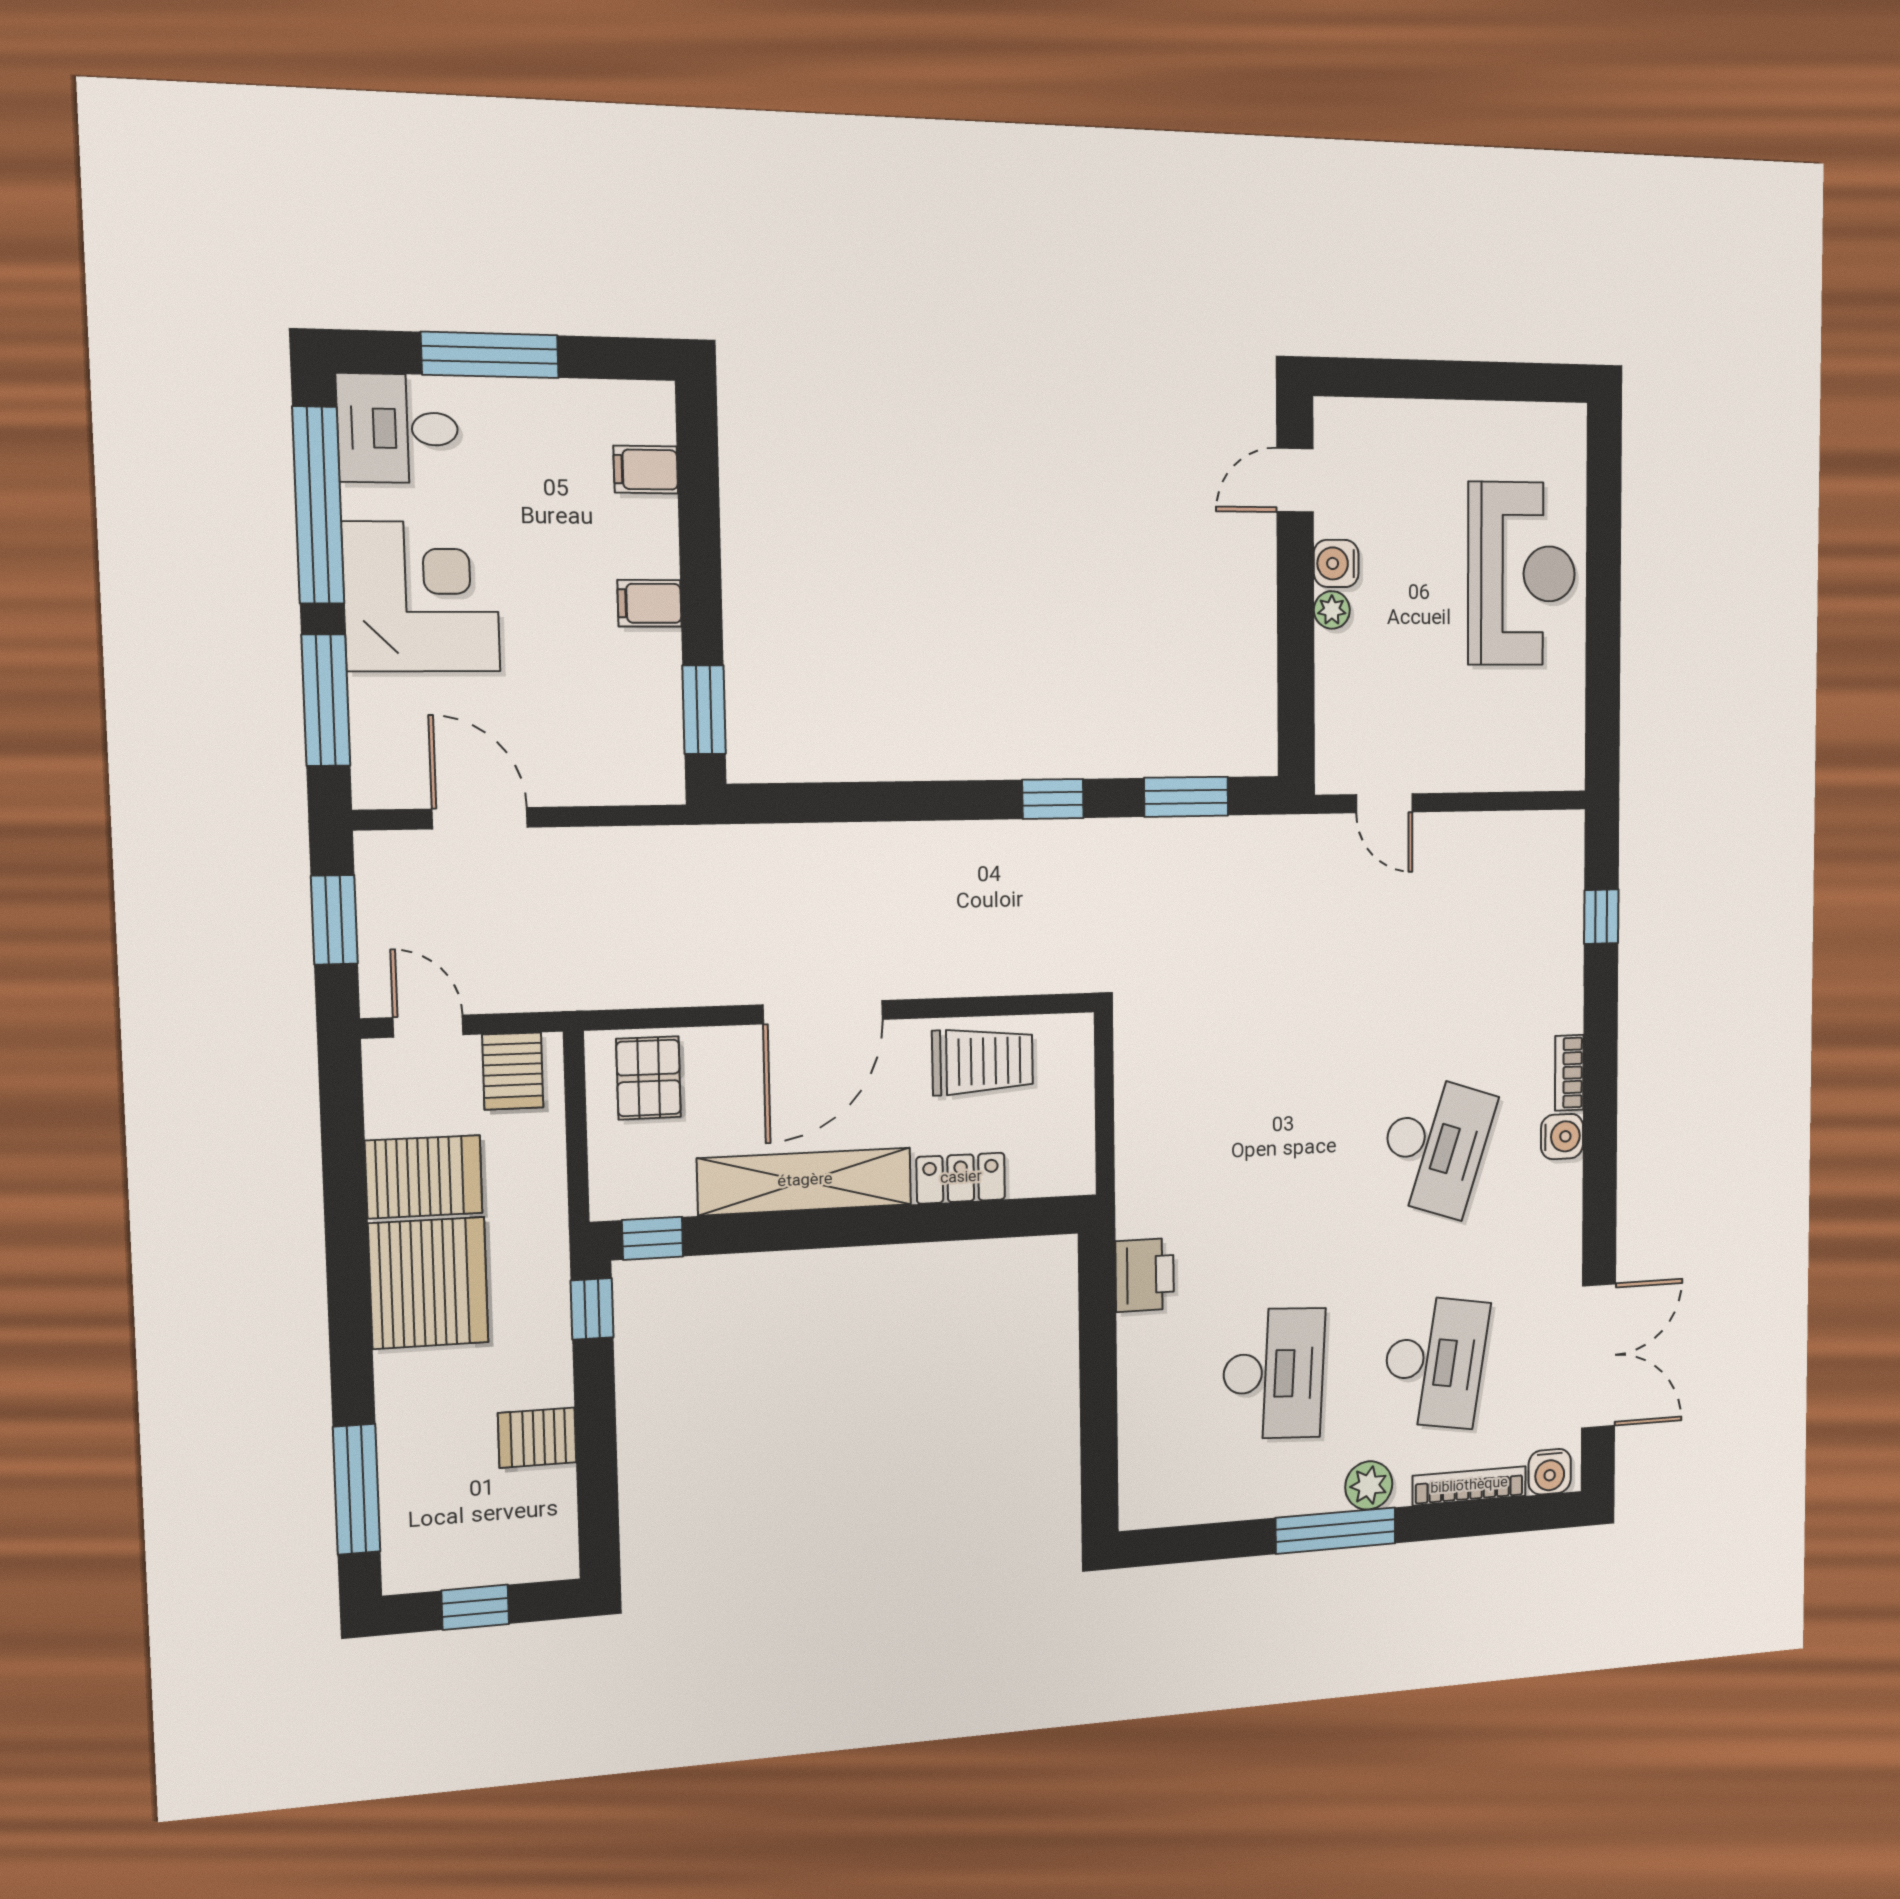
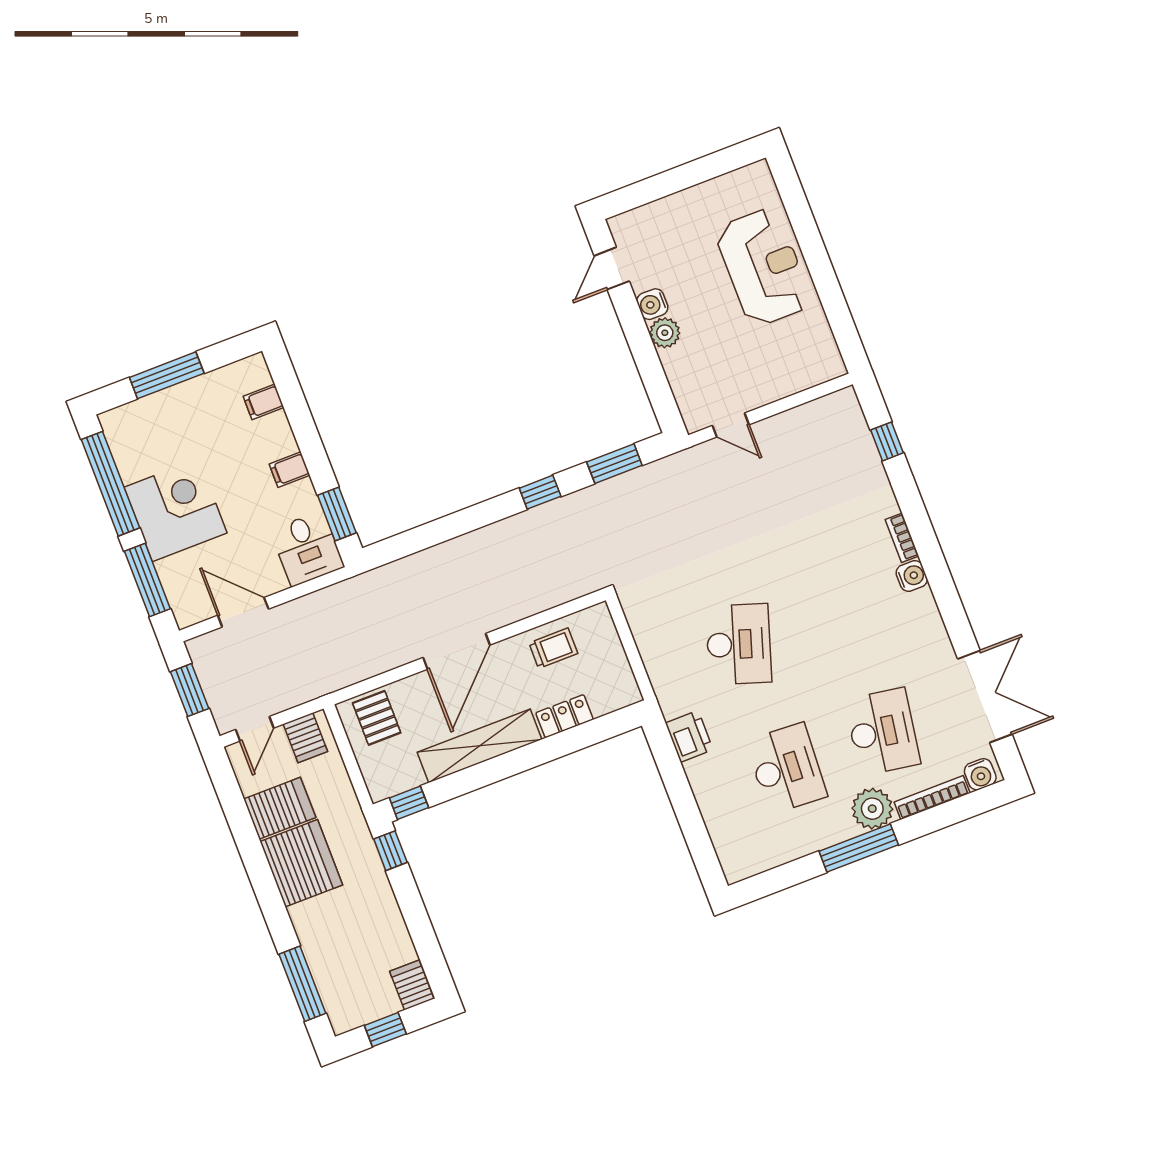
desk: (398, 428) -> (307, 548), moved, turned -90
plant: (1332, 610) -> (665, 333), width x1.38, depth x1.38
door: (428, 1026) -> (255, 729), swing flipped
trolley: (983, 1061) -> (553, 648), width x0.73, depth x0.72
desk: (1435, 1146) -> (739, 644), moved
server rack: (537, 1438) -> (412, 985), moved, turned 90
plant: (1369, 1485) -> (872, 809), width x1.36, depth x1.36

